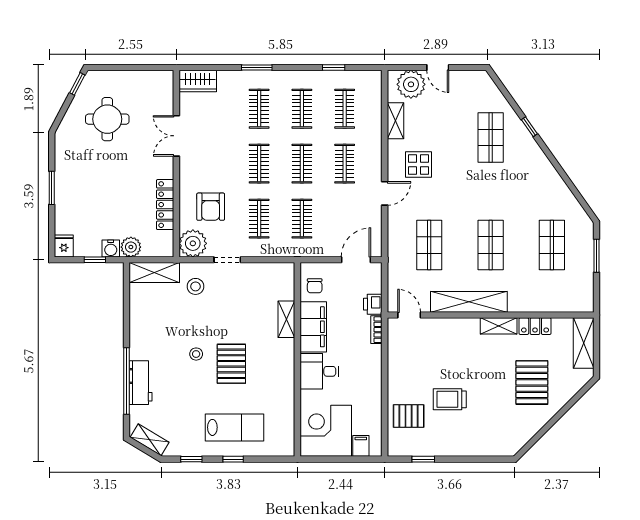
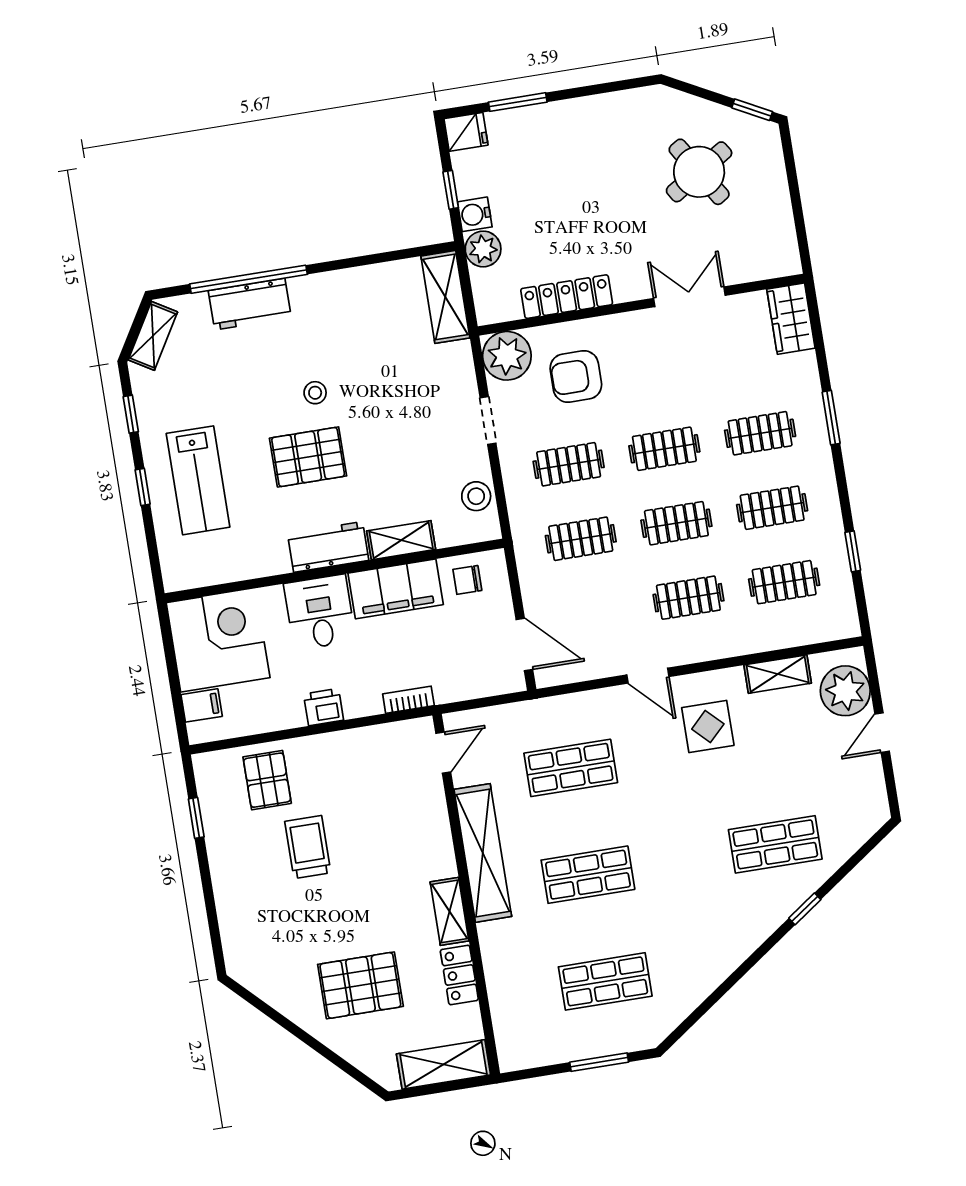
round table: (107, 119) -> (699, 172), turned -32
window: (52, 188) -> (518, 102), moved
stool: (195, 286) -> (476, 496), moved
printer: (373, 304) -> (324, 707), moved
workbench: (284, 361) -> (328, 547), added

